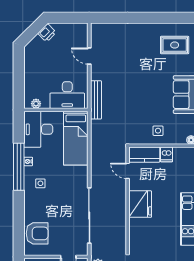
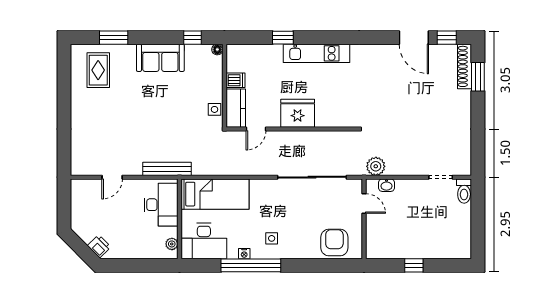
printer: (47, 33) -> (99, 246), moved
side table: (158, 131) -> (214, 109), moved

